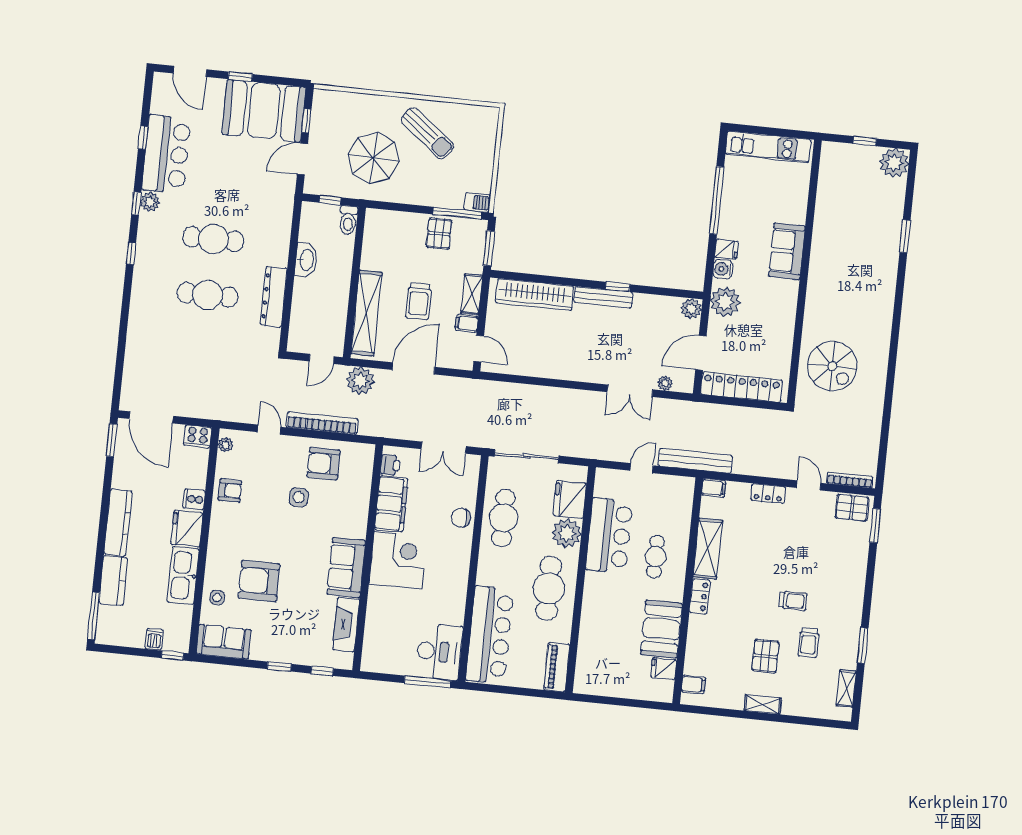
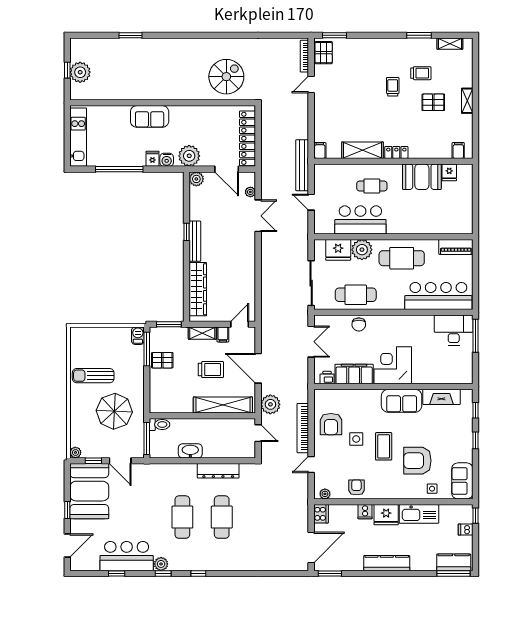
plant: (321, 97) -> (75, 452), added
sun lounger: (427, 133) -> (93, 376), turned -128
plant: (894, 163) -> (80, 72), moved
window: (330, 200) -> (147, 438), width x2.17
locker: (768, 493) -> (320, 112), removed
coffee table: (284, 535) -> (384, 446), added
kitchen counter: (113, 581) -> (454, 562), moved
armchair: (259, 581) -> (417, 461), turned 90

